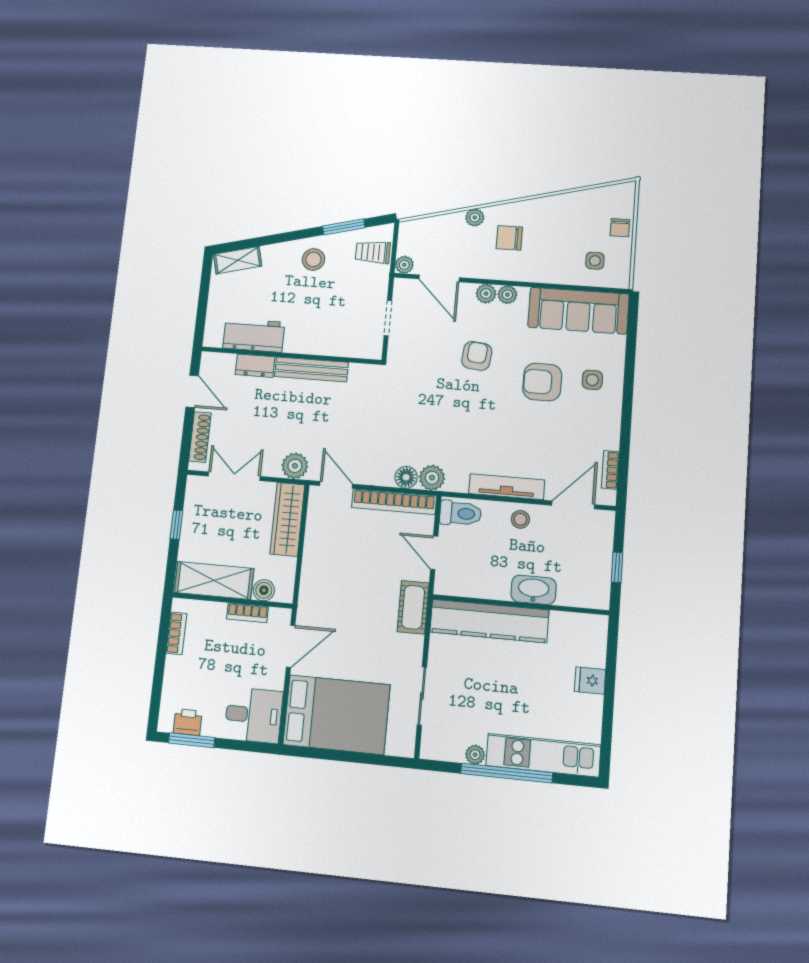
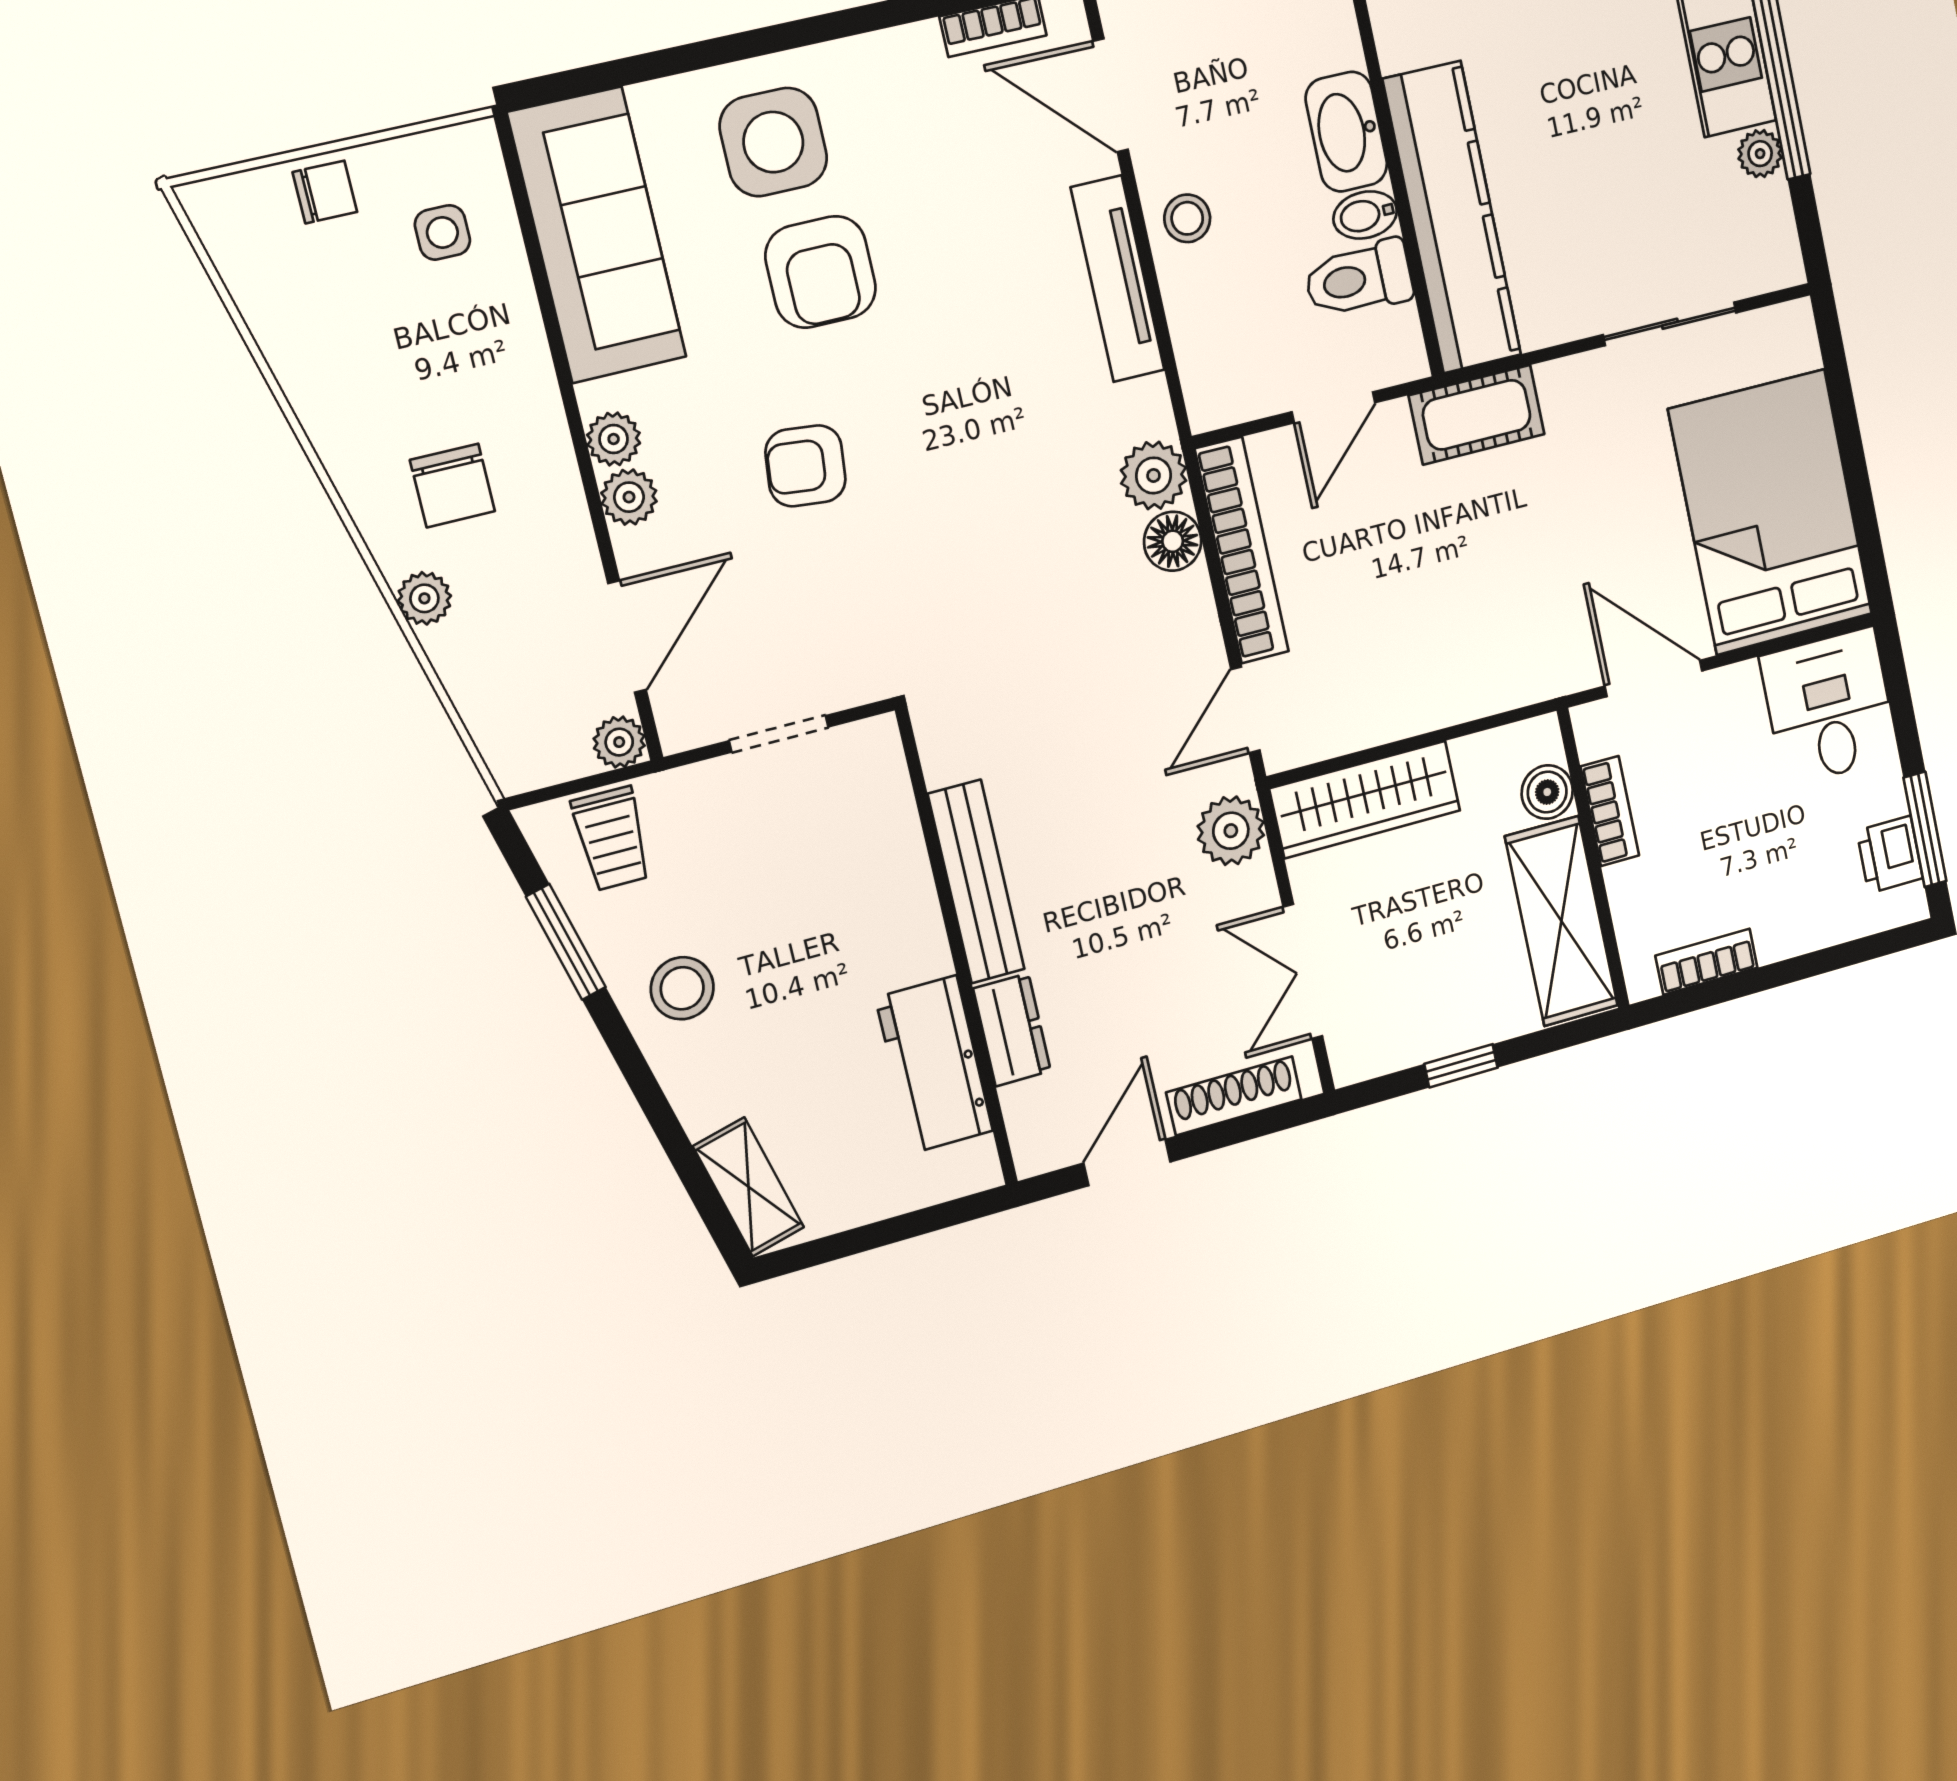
side table: (592, 380) -> (773, 142), width x1.87, depth x1.87
toilet: (461, 513) -> (1359, 279), moved, turned -90
bidet: (501, 587) -> (1365, 215), added

